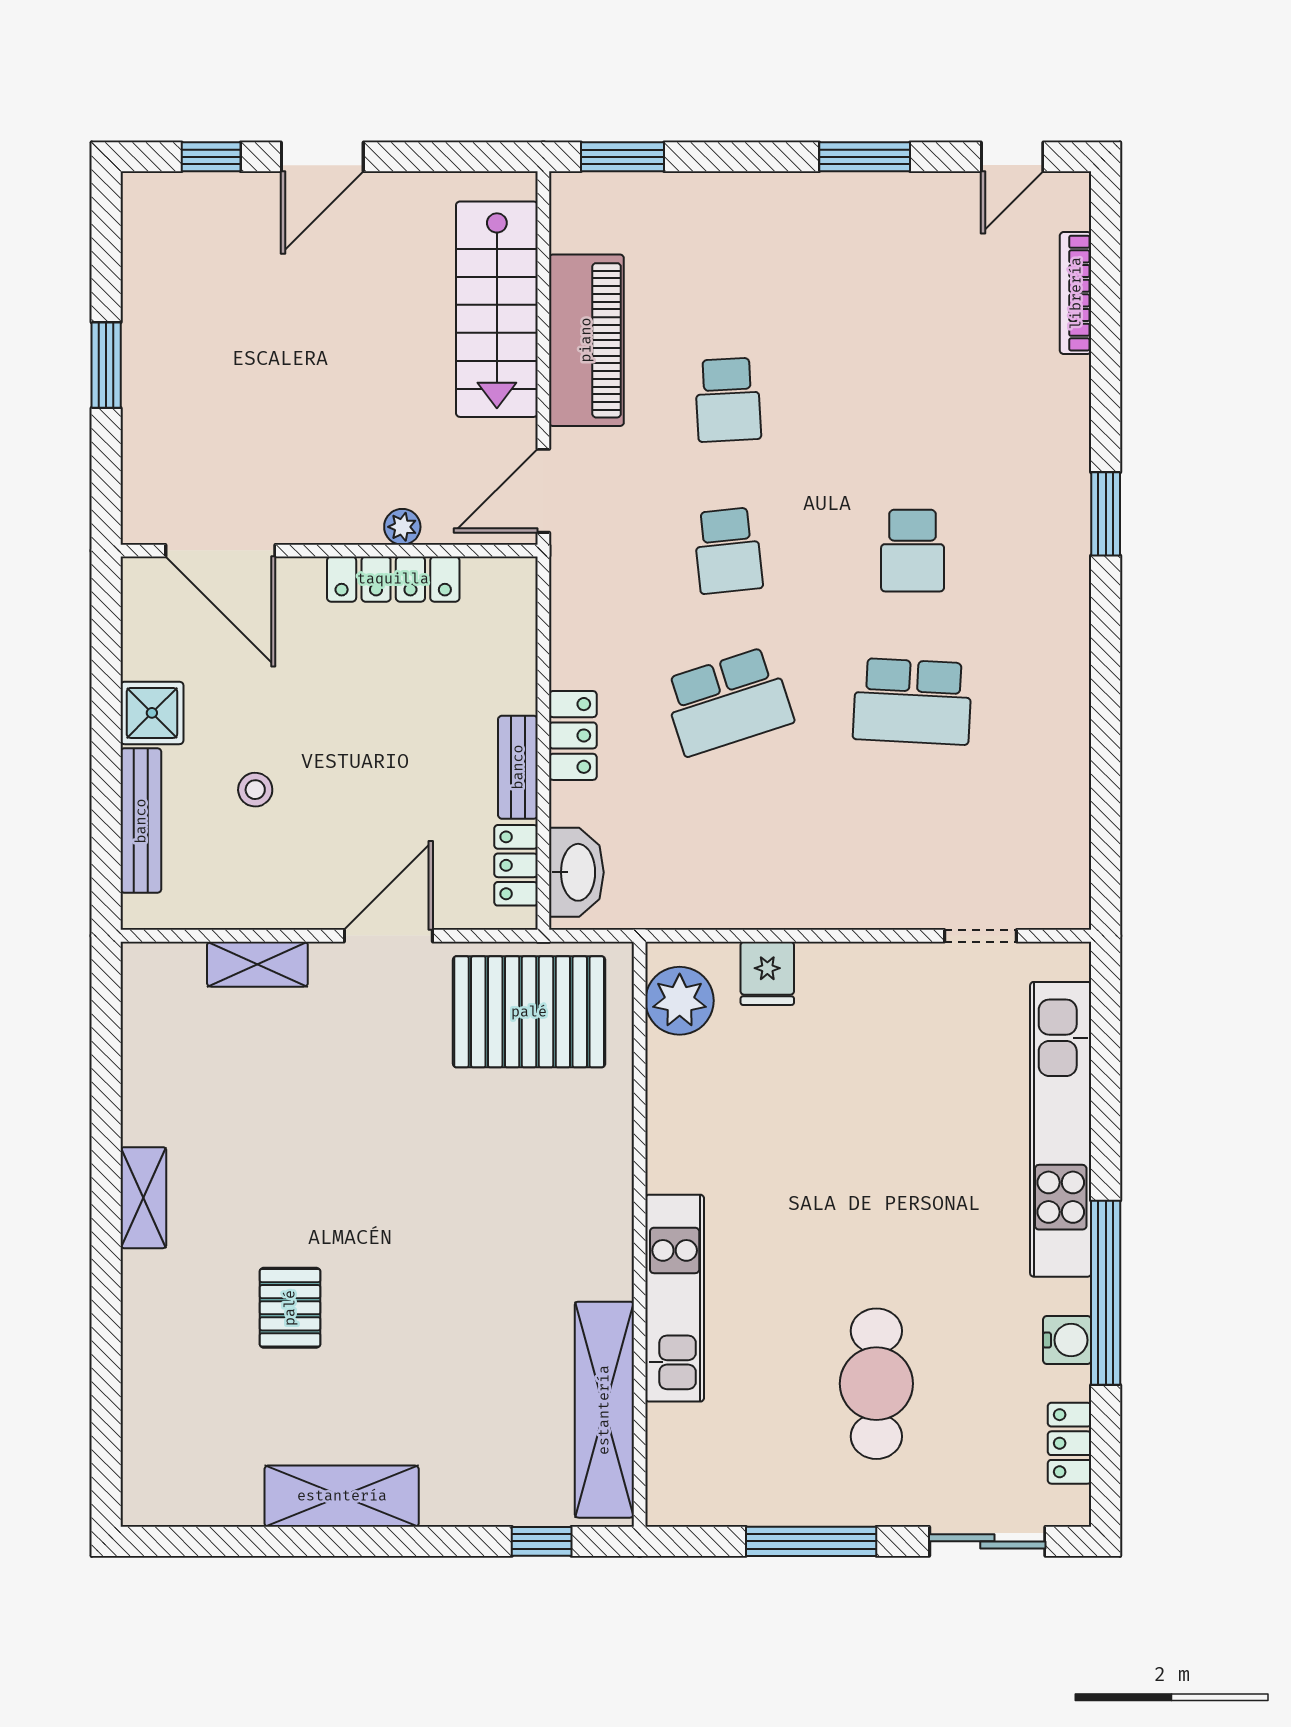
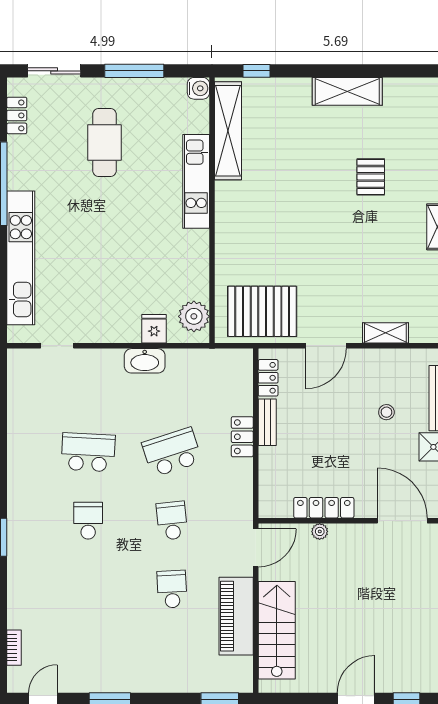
bookcase: (1076, 293) -> (14, 648), width x0.64
washbasin: (576, 872) -> (145, 361), moved, turned -90
water cooler: (1067, 1340) -> (198, 88), moved, turned 180

